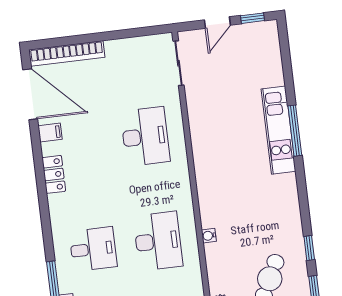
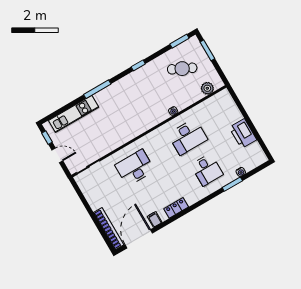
kitchen unit: (279, 130) -> (74, 114), moved
desk: (158, 241) -> (188, 137), turned 180
window: (309, 248) -> (138, 65), moved
desk: (93, 249) -> (207, 170), turned 180

